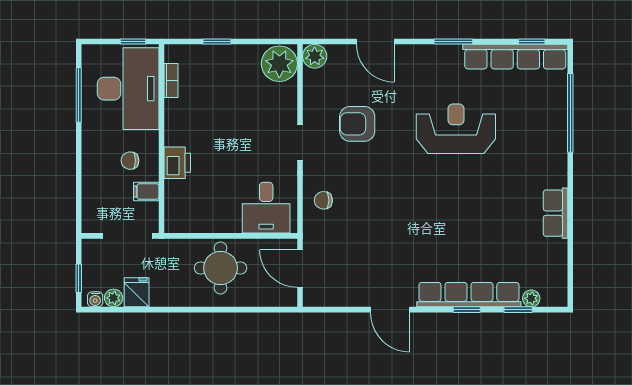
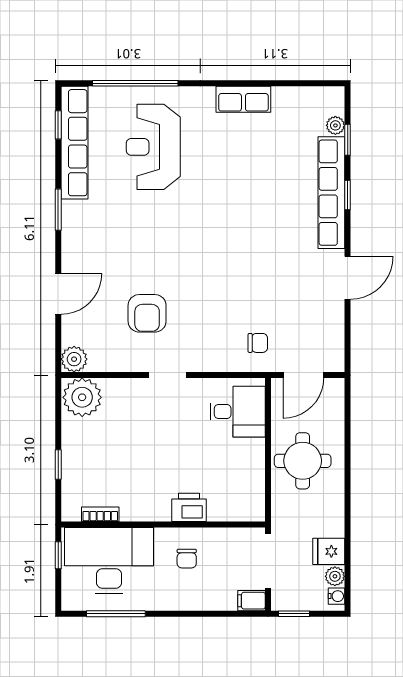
reception desk: (456, 129) -> (153, 147), moved
filing cabinet: (146, 191) -> (251, 601), moved, turned 90
chair: (323, 200) -> (258, 343), moved, turned -90
window: (79, 278) -> (294, 614), moved

